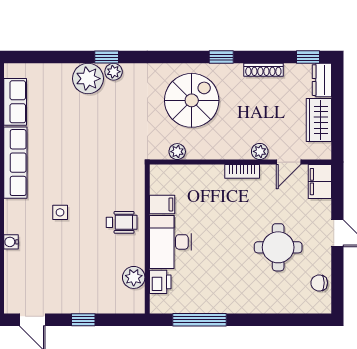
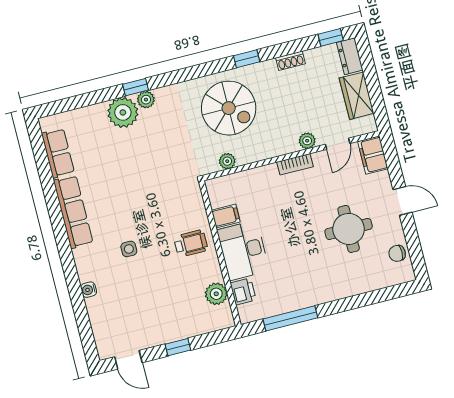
shoe rack: (263, 70) -> (291, 61), width x0.70
spiral stairs: (192, 100) -> (229, 108), turned 90

